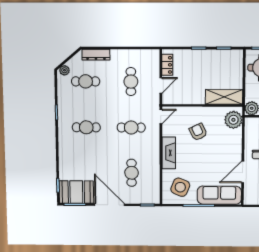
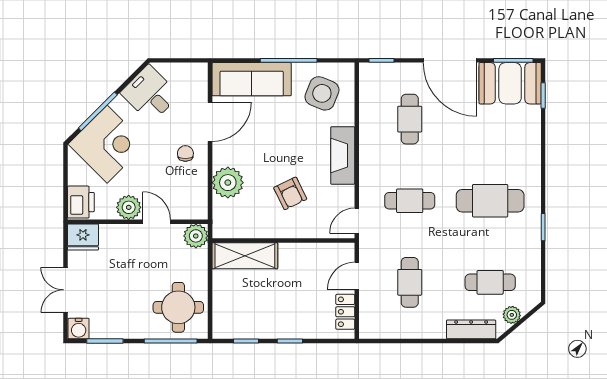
plant: (64, 70) -> (512, 315), moved
plant: (233, 120) -> (228, 183), moved
cafe table: (86, 127) -> (490, 201), width x1.37, depth x1.35

